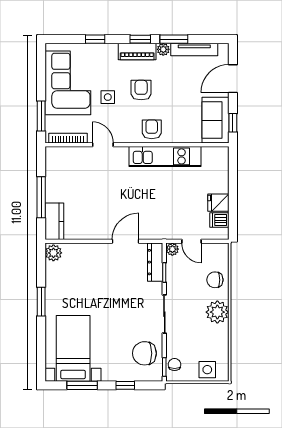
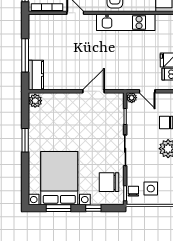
dresser: (155, 262) -> (118, 108), removed
bed with nightstands: (73, 348) -> (59, 178), width x1.36
side table: (207, 370) -> (151, 189), moved

